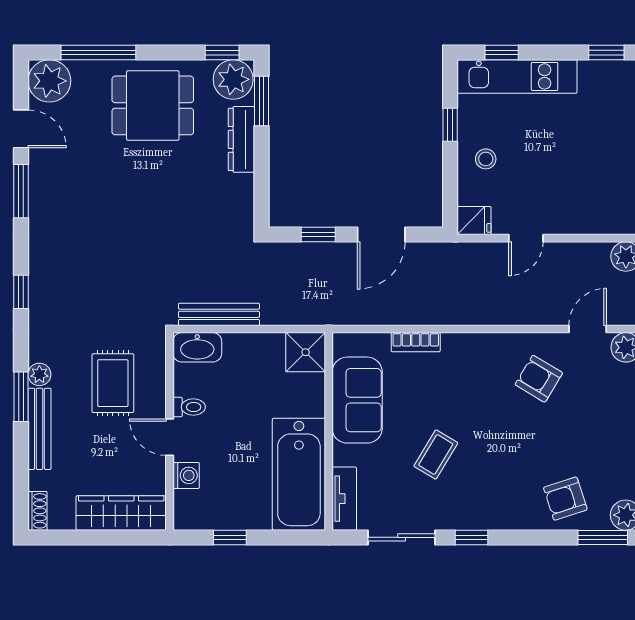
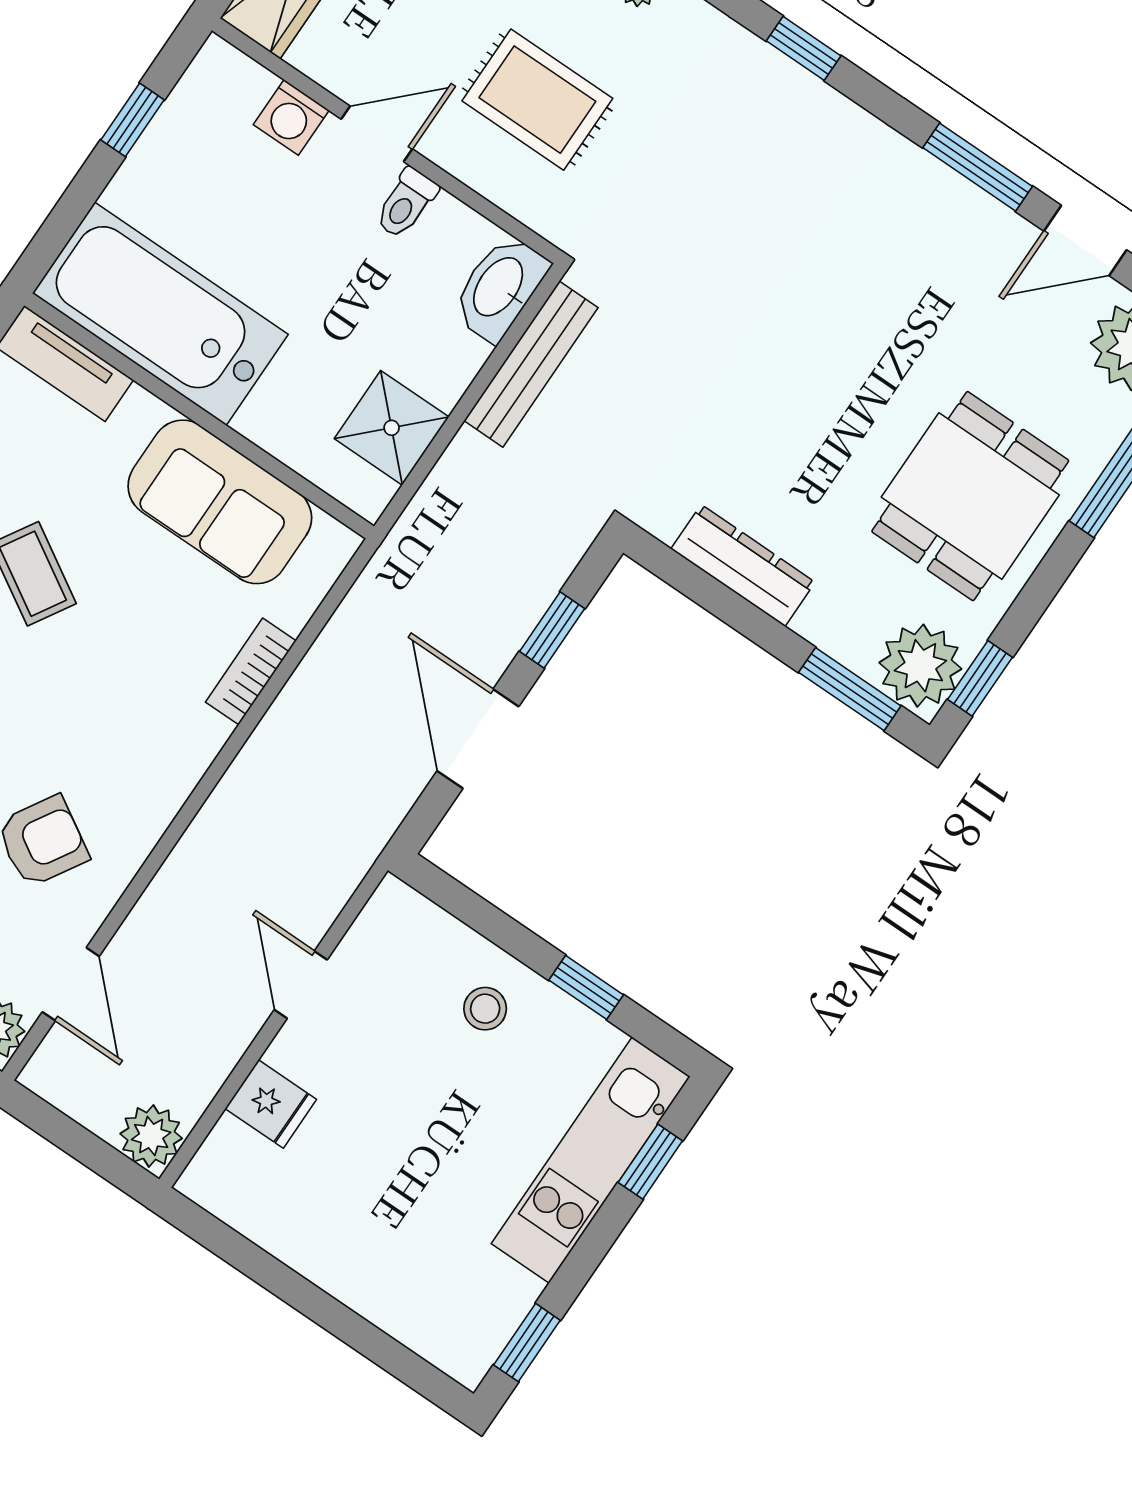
dresser: (241, 139) -> (743, 566), moved
fridge: (474, 221) -> (271, 1104), moved, turned -90
shower: (306, 352) -> (392, 428), moved

